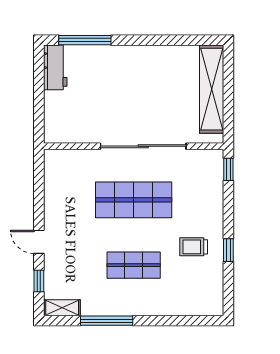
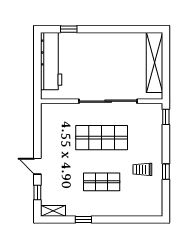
window: (85, 40) -> (69, 29), width x0.46
workbench: (55, 67) -> (51, 61), width x1.87, depth x1.32
window: (107, 321) -> (83, 219), width x0.46

